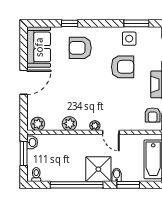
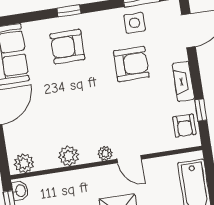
window: (70, 23) -> (69, 11), moved

